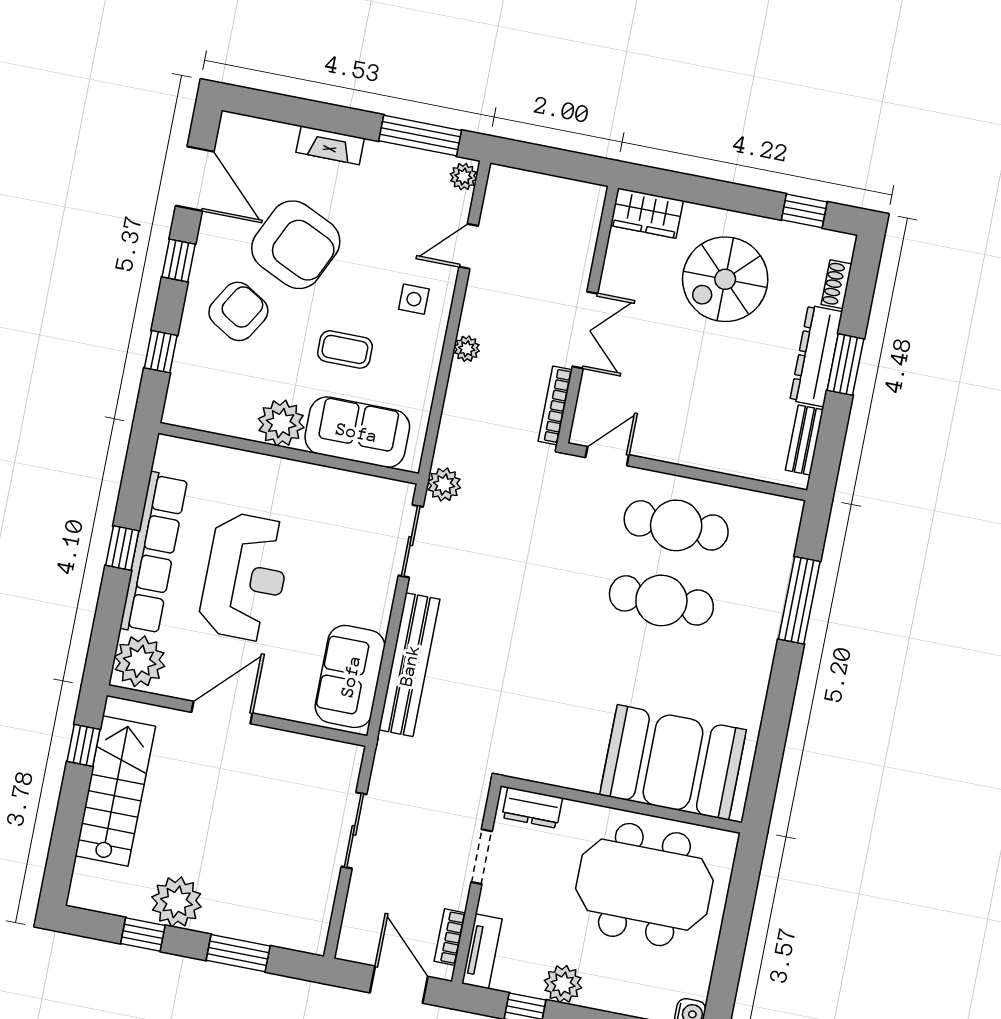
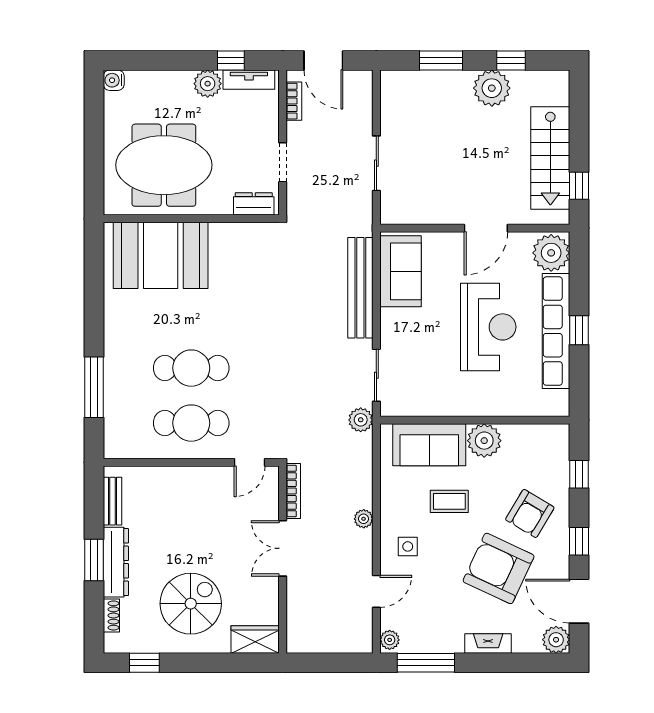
plant: (236, 132) -> (556, 640), added
reception desk: (245, 577) -> (488, 327), turned 180
tv unit: (482, 951) -> (249, 80), moved, turned -90

